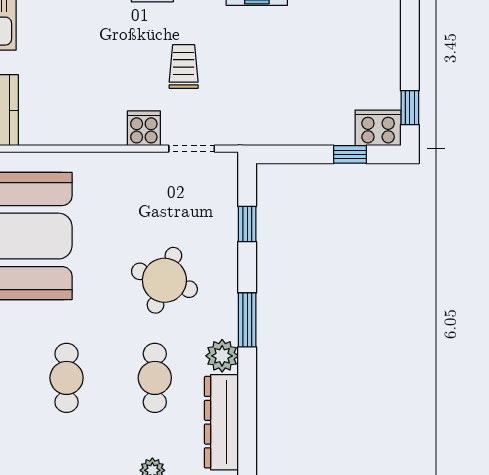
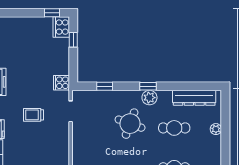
cooker: (144, 128) -> (61, 83), moved
window: (247, 320) -> (148, 86), width x0.67
plant: (222, 356) -> (149, 98), moved

